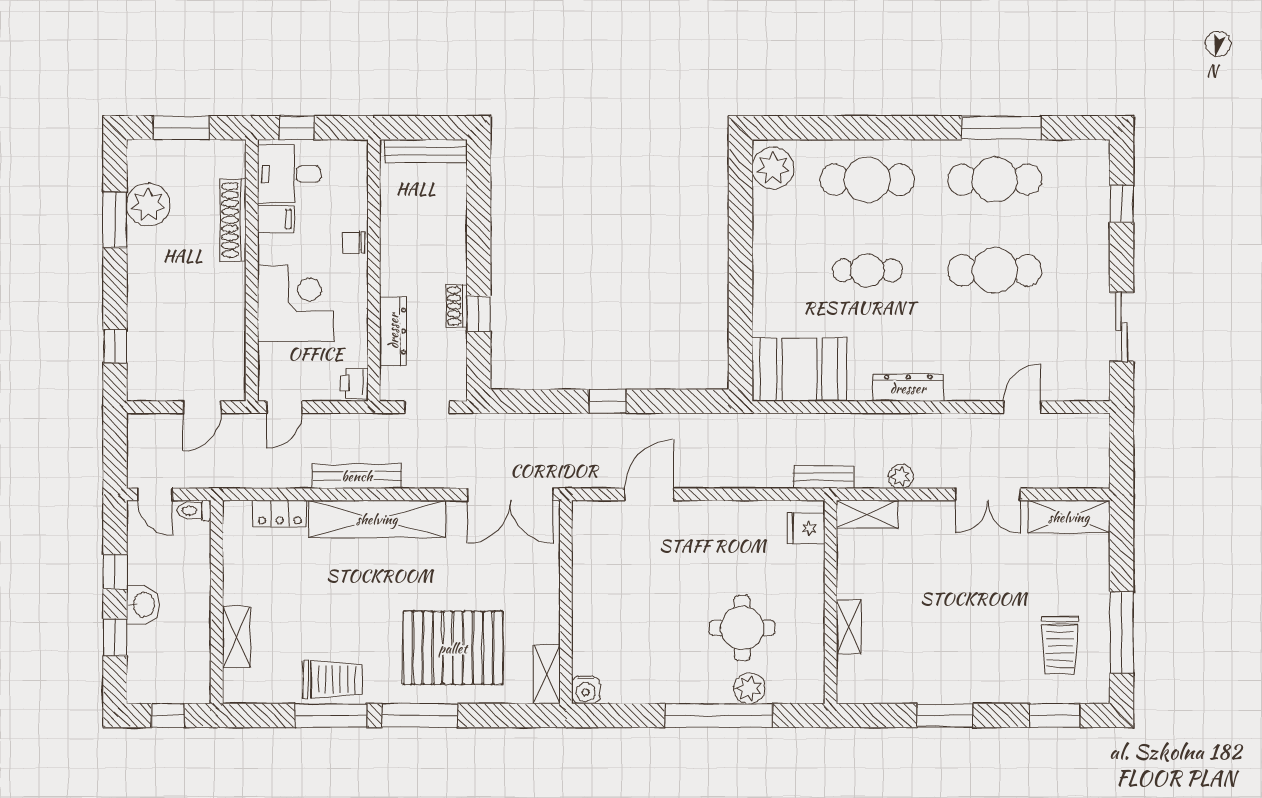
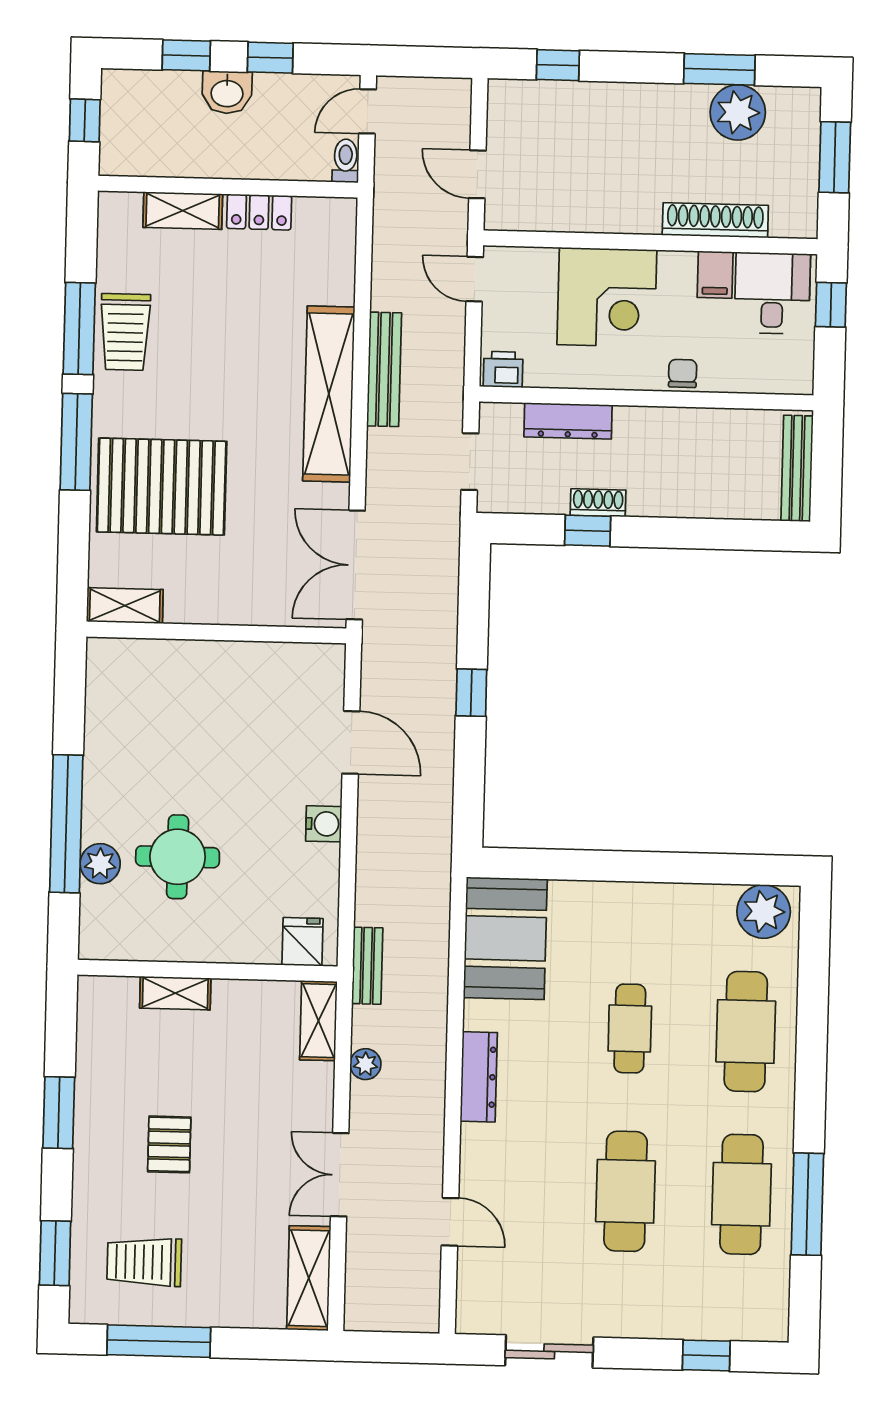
locker: (280, 514) -> (259, 212), moved, turned -90
pallet: (967, 628) -> (169, 1144), added
pallet: (453, 648) -> (162, 487), turned 90
water cooler: (586, 690) -> (324, 824), moved, turned 180

